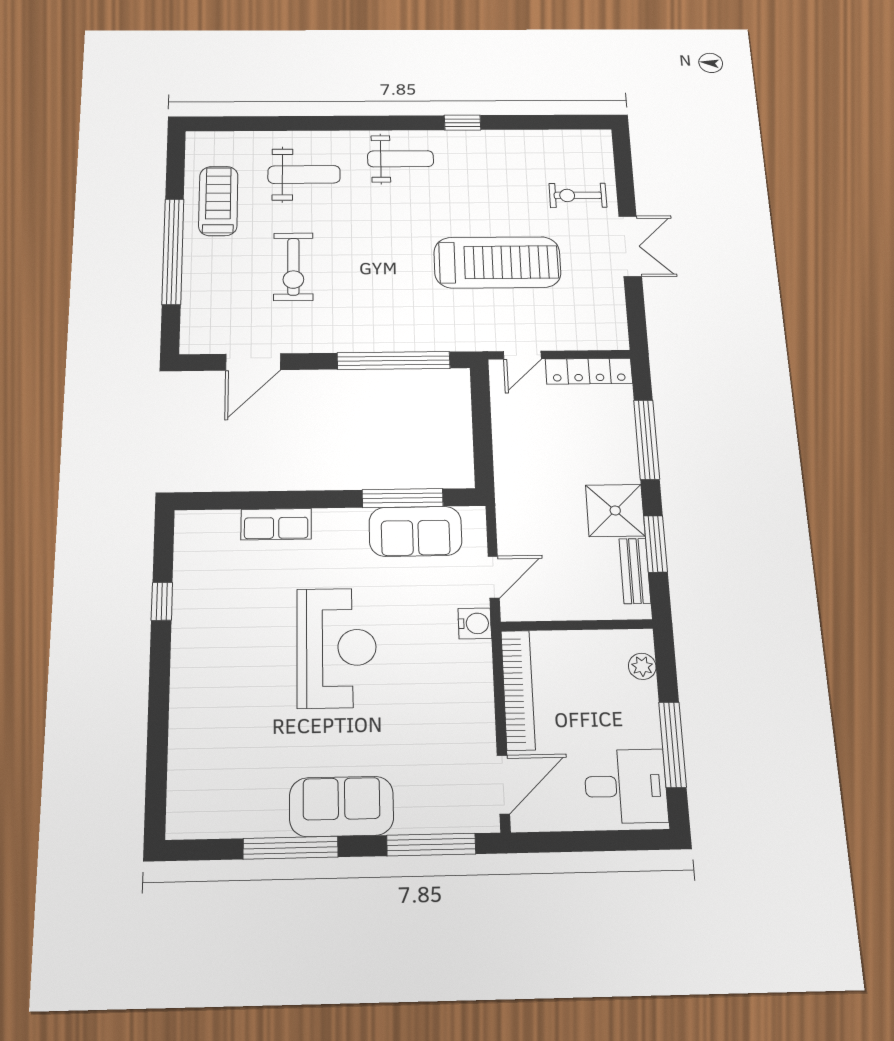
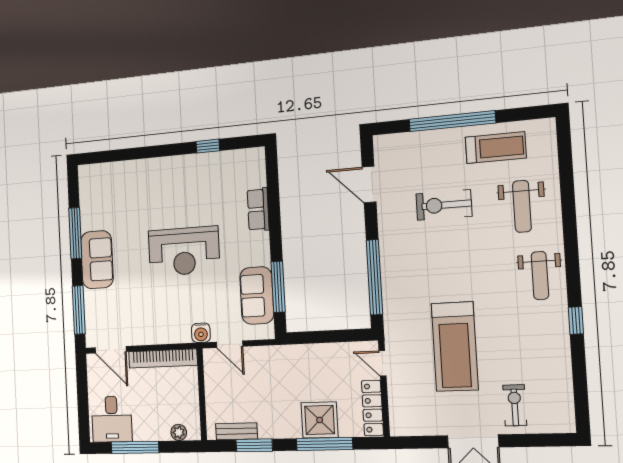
shower: (615, 510) -> (320, 420), moved

